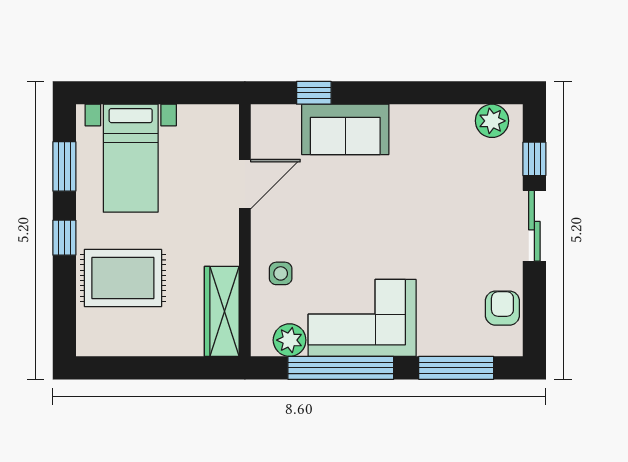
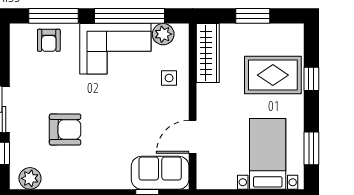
sofa: (345, 129) -> (160, 173), moved
armchair: (439, 195) -> (65, 129), added
window: (64, 238) -> (311, 79), moved
armchair: (502, 308) -> (49, 40), moved
window: (153, 368) -> (253, 16), added

